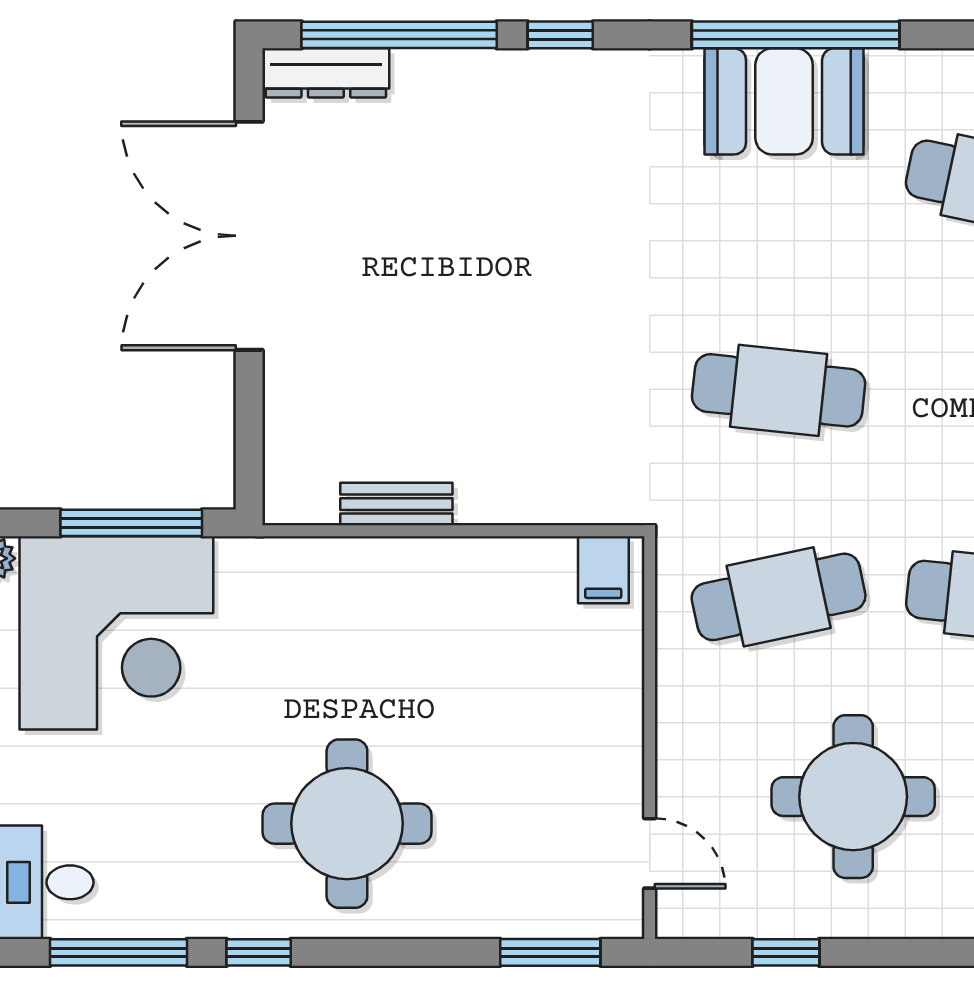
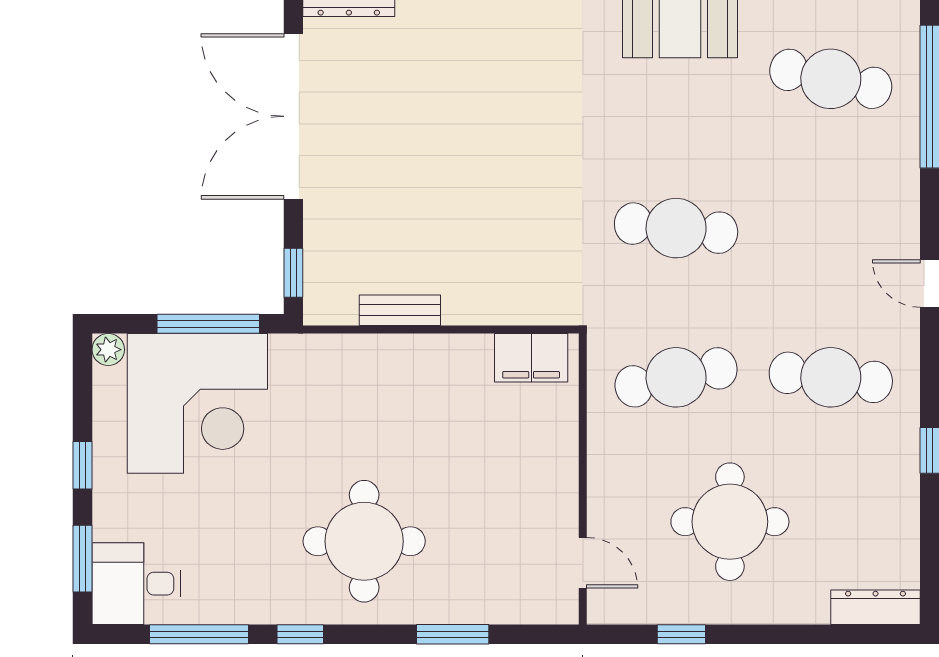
window: (249, 452) -> (293, 273), added
filing cabinet: (603, 570) -> (531, 358), width x2.00
window: (550, 952) -> (453, 634), moved

